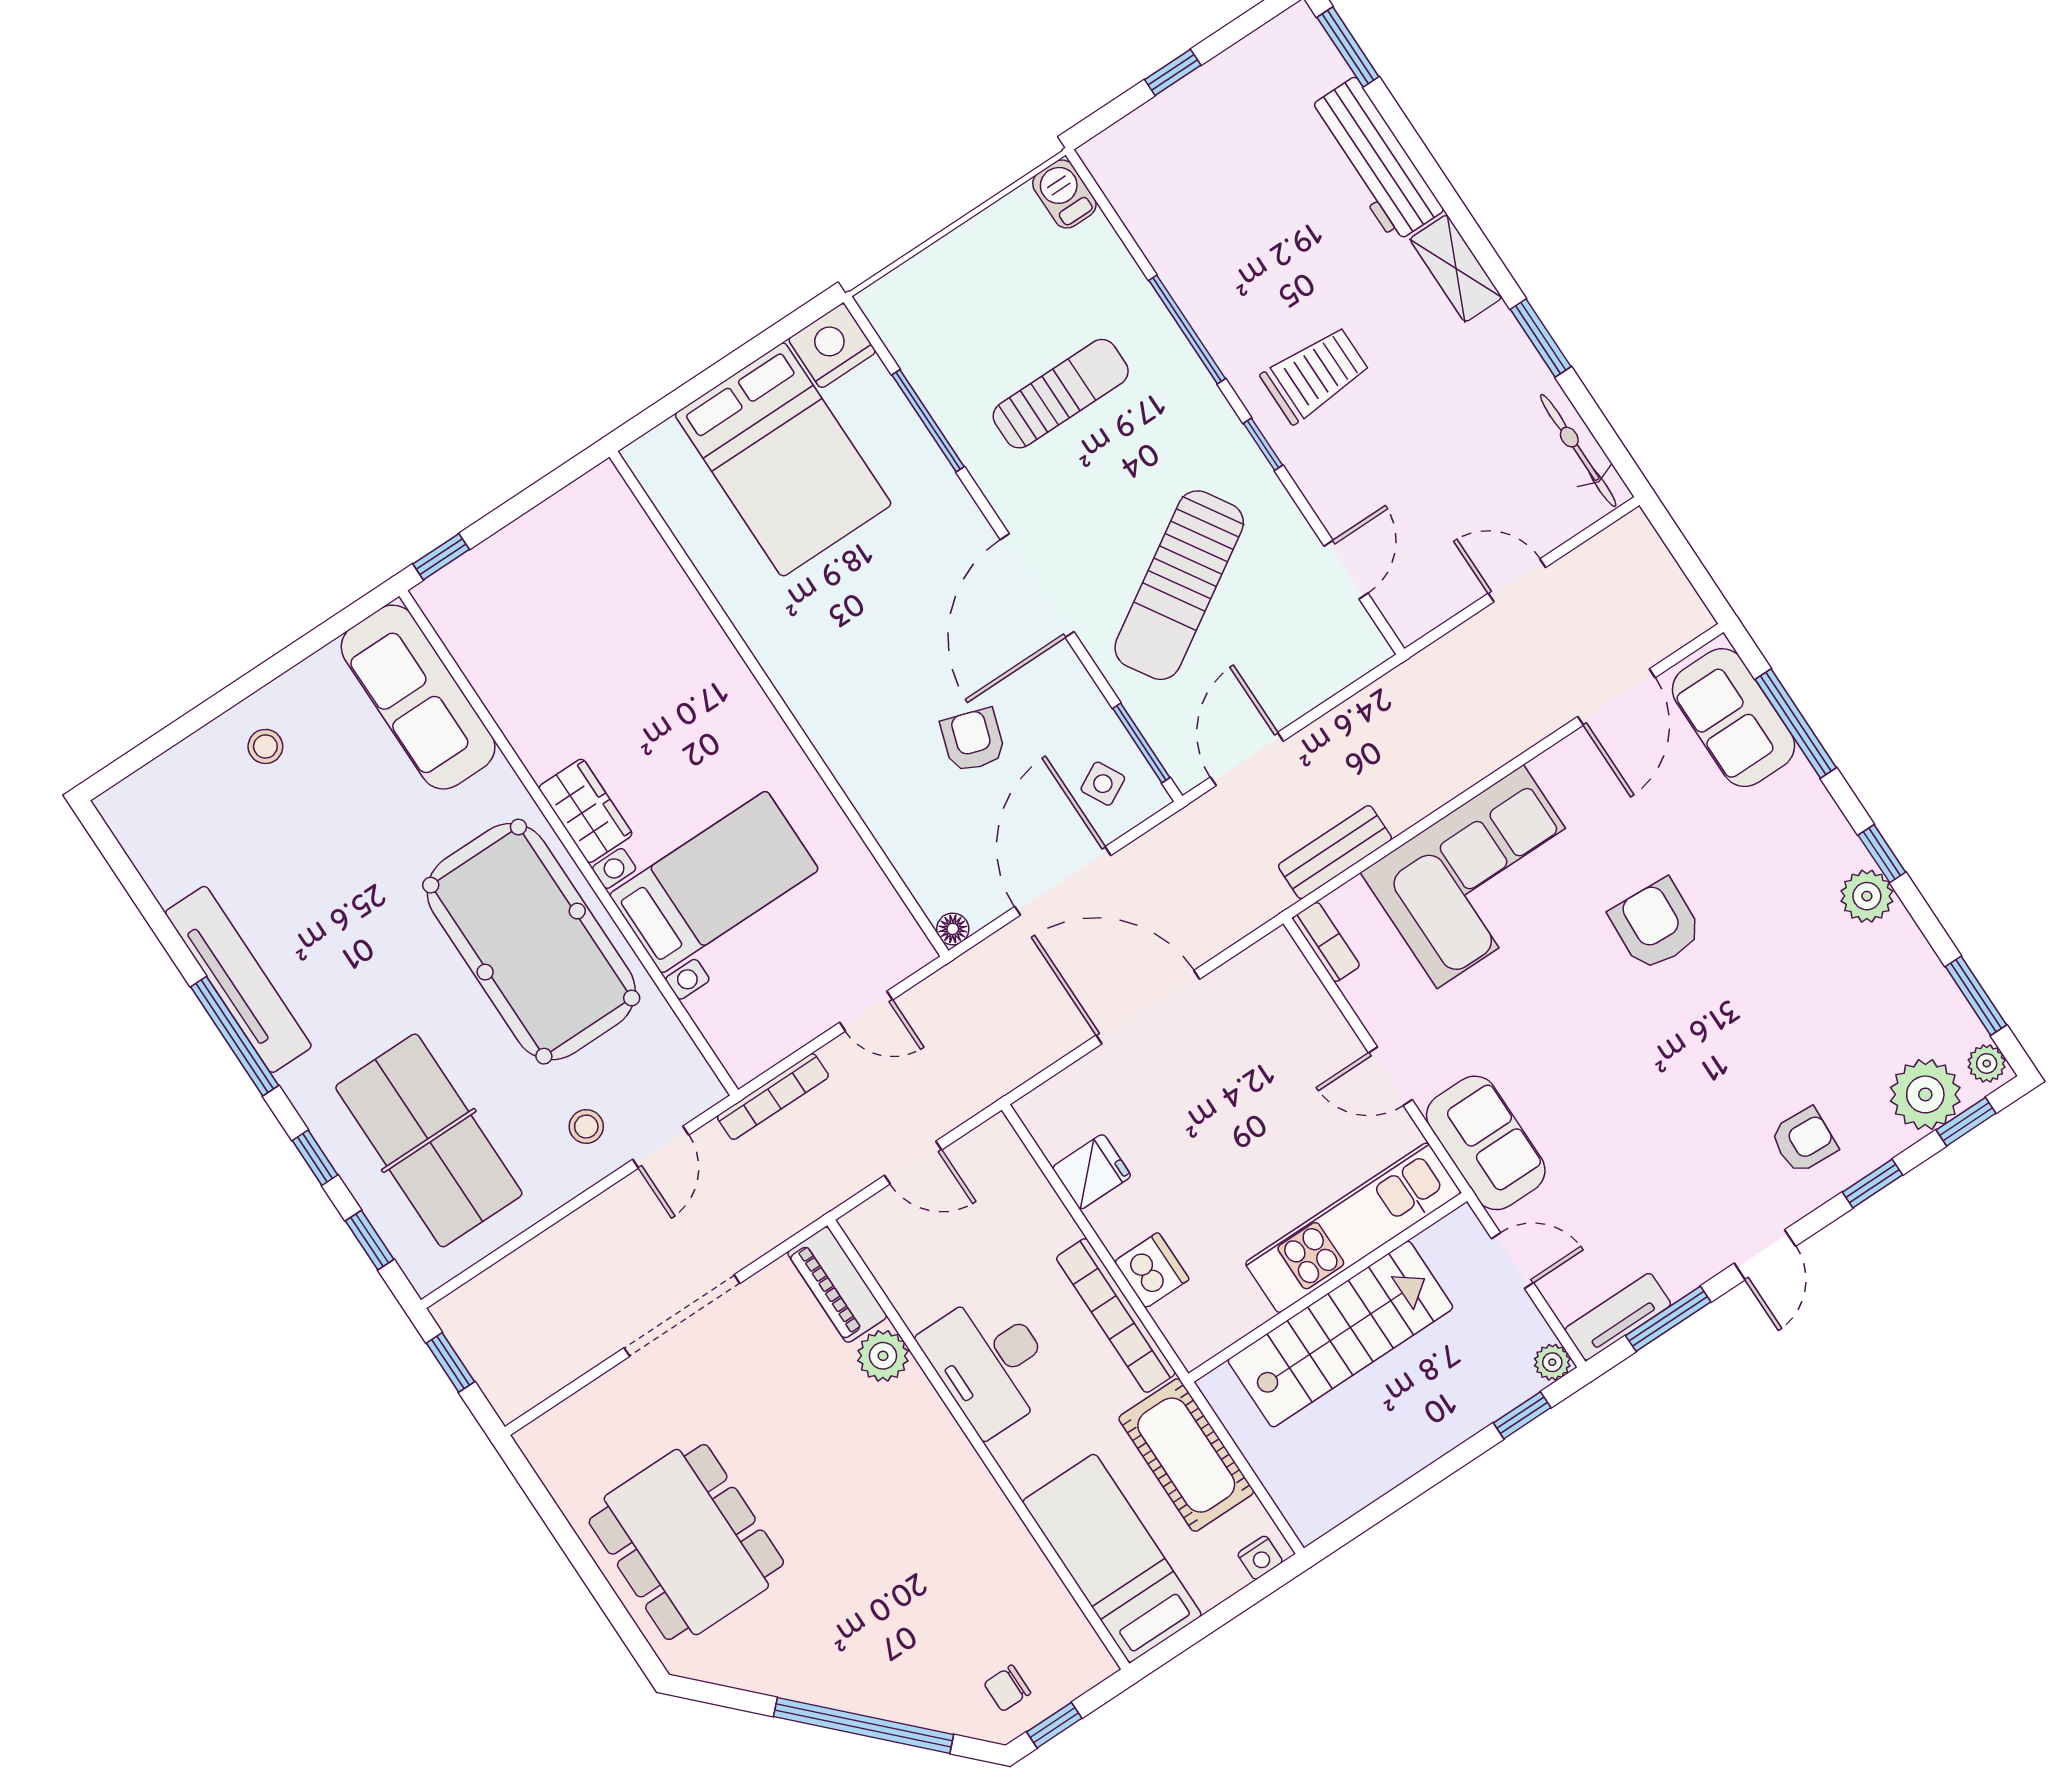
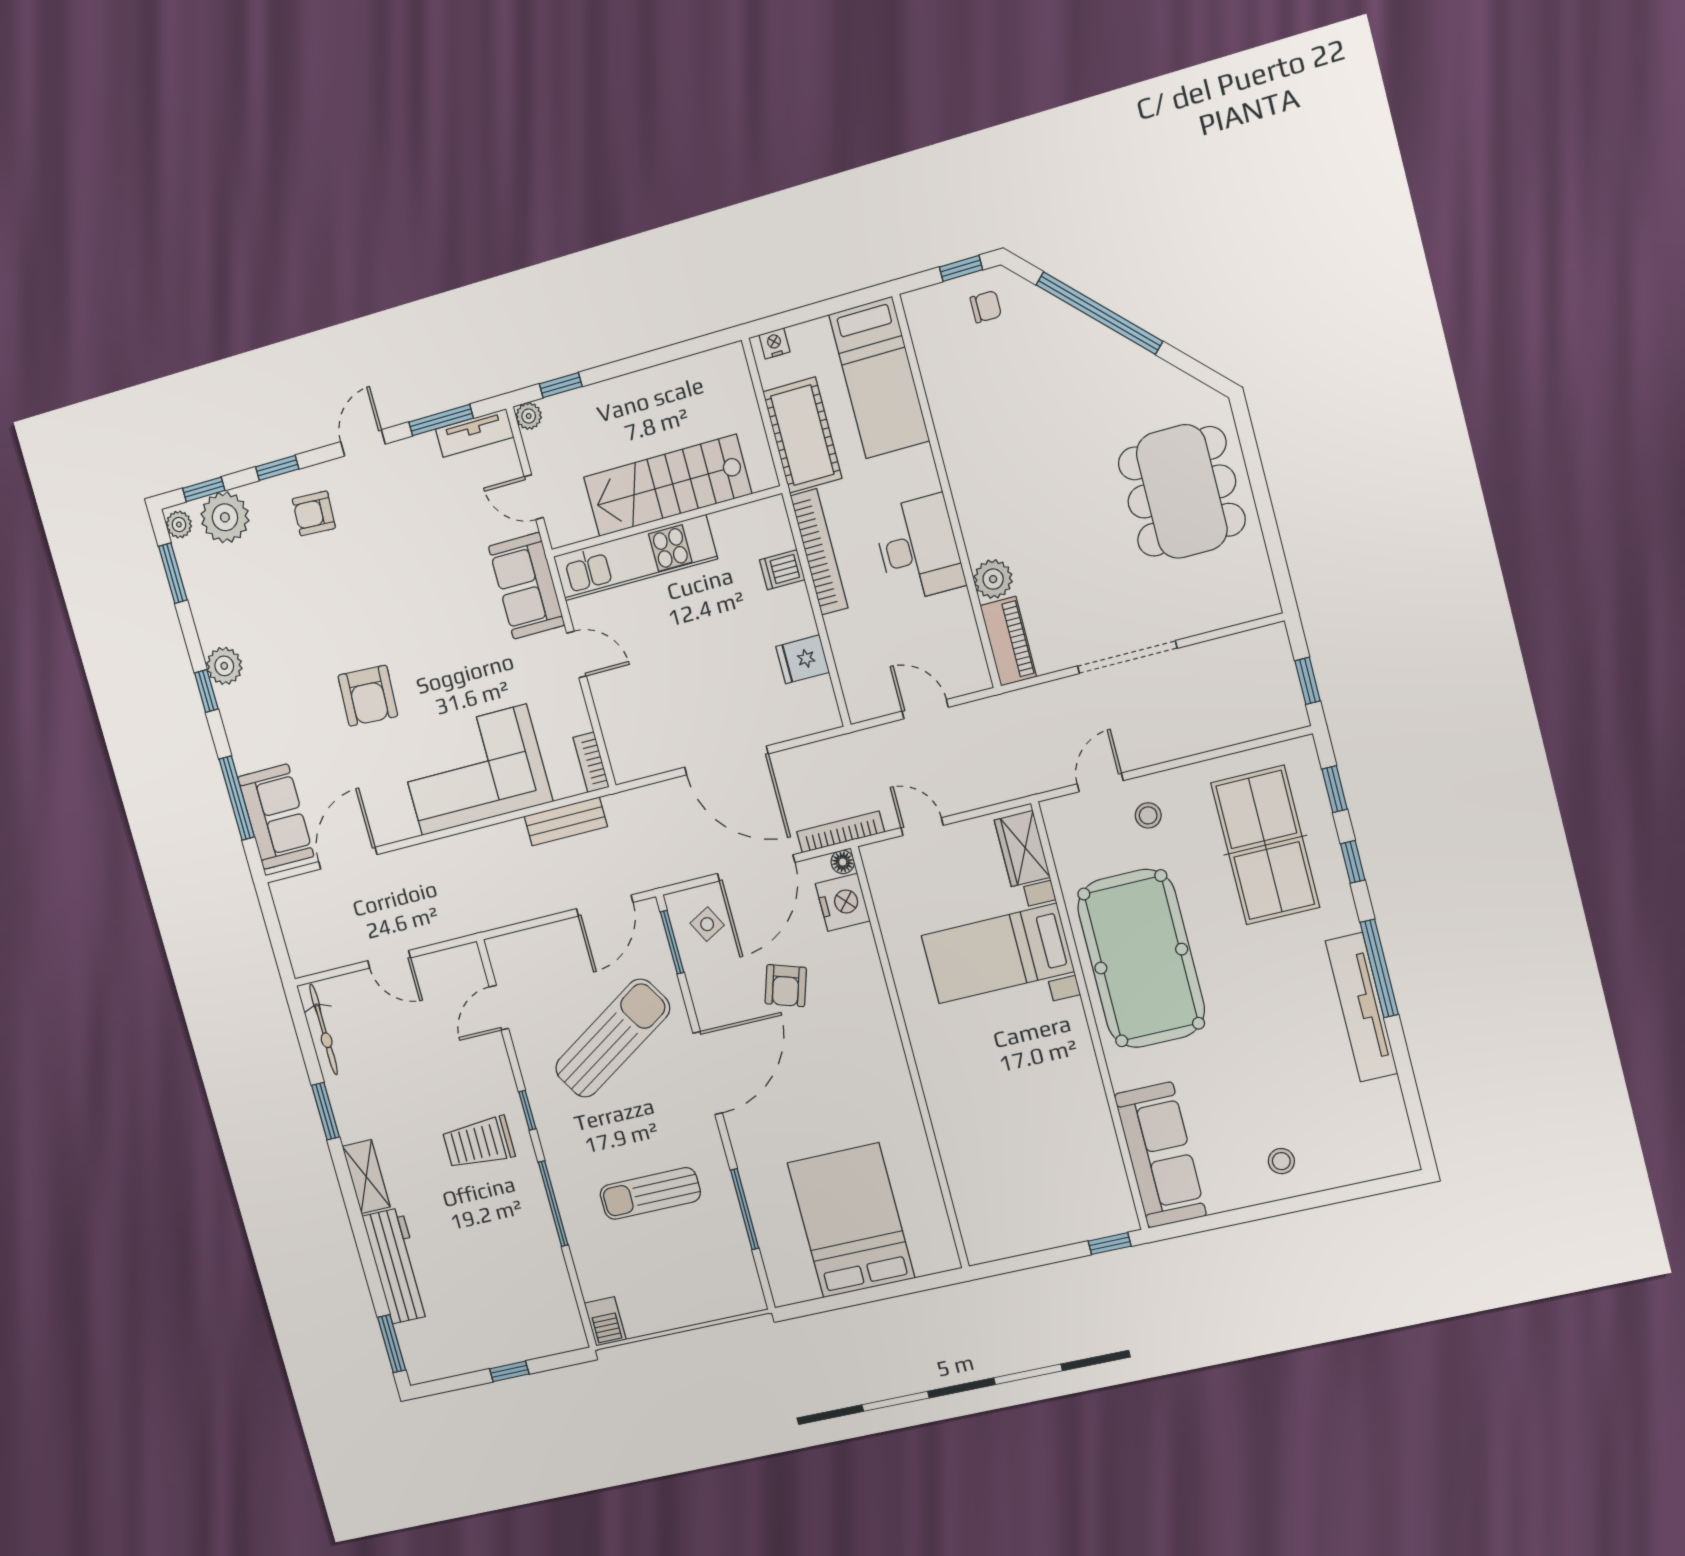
nightstand: (832, 346) -> (843, 902), moved, turned -90
wardrobe: (585, 811) -> (1022, 849), moved
bookcase: (773, 1097) -> (841, 832), moved
dishwasher: (1152, 1270) -> (782, 570), width x0.73

